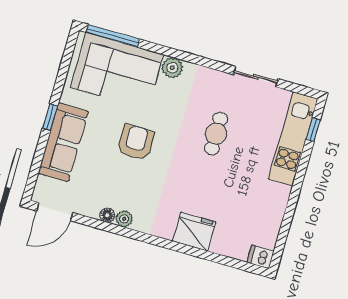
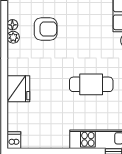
cafe table: (216, 134) -> (91, 84), width x1.37, depth x1.35
armchair: (136, 142) -> (46, 29), moved

